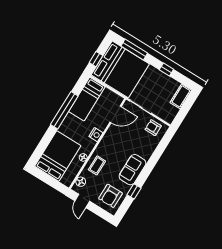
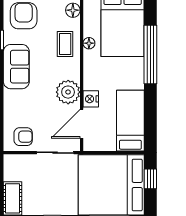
window: (64, 110) -> (150, 54), moved
nightstand: (96, 135) -> (91, 99), moved
plant: (112, 137) -> (68, 92), added

